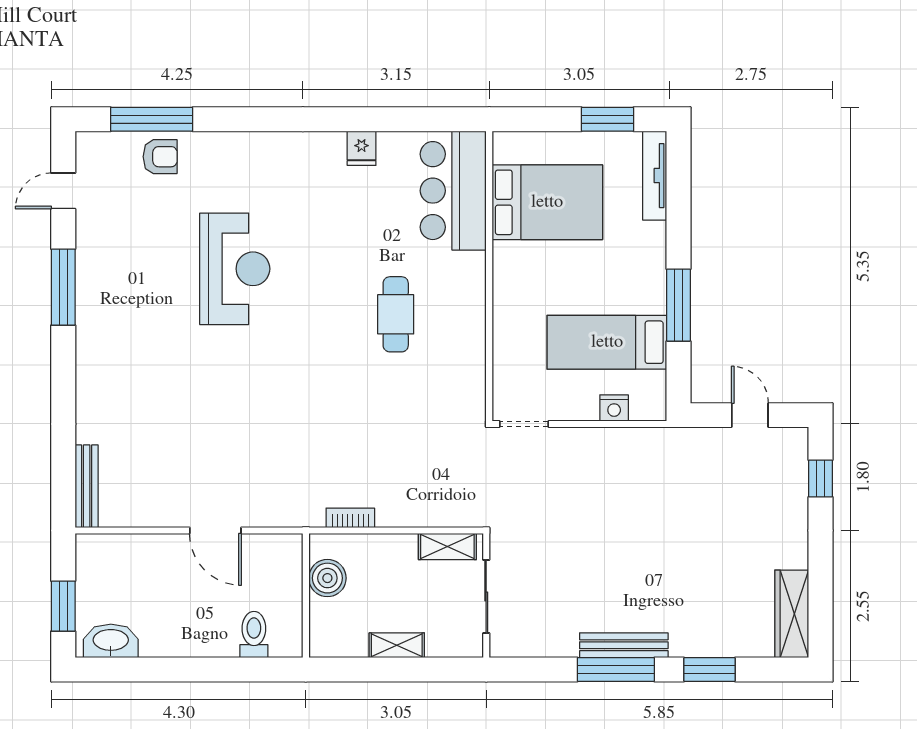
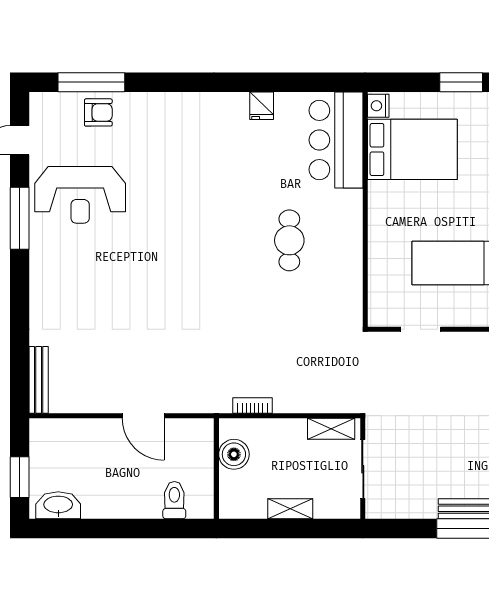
reception desk: (235, 269) -> (80, 195), moved, turned 90
nightstand: (614, 408) -> (378, 106), moved, turned 90
doorway: (524, 424) -> (421, 329), moved

